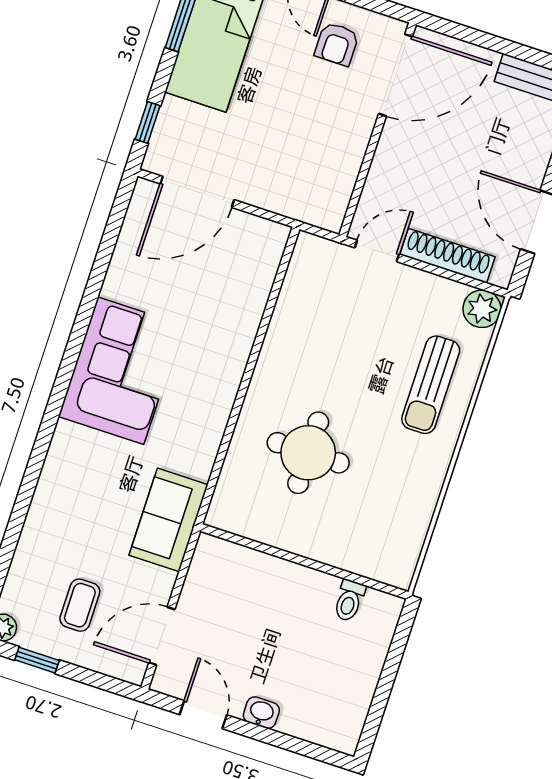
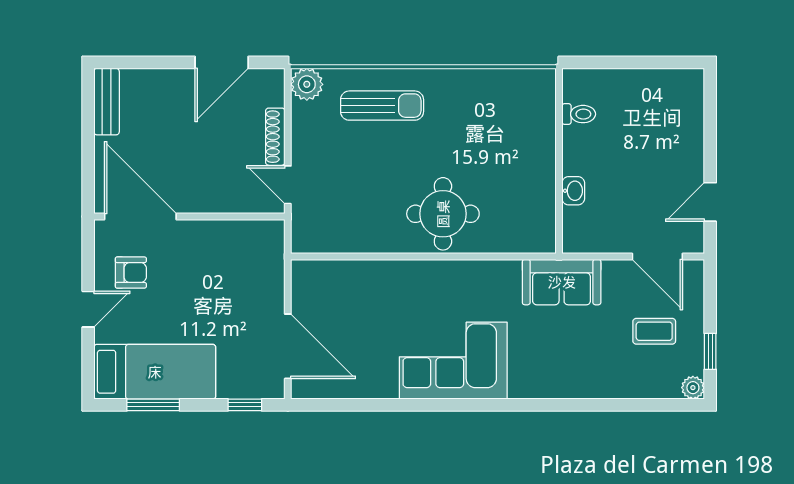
shoe rack: (447, 256) -> (275, 137), width x0.74, depth x0.81
round table: (308, 453) -> (443, 214), moved
washbasin: (261, 713) -> (573, 191), moved, turned 180

